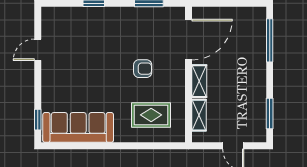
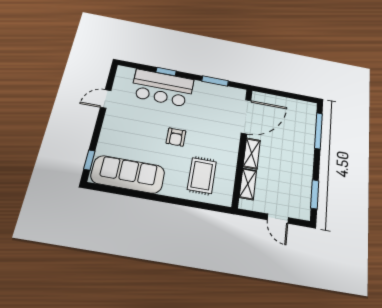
bar counter: (94, 24) -> (162, 88), added
armchair: (143, 69) -> (176, 137), moved, turned 90
rug: (151, 115) -> (202, 176), turned 90

